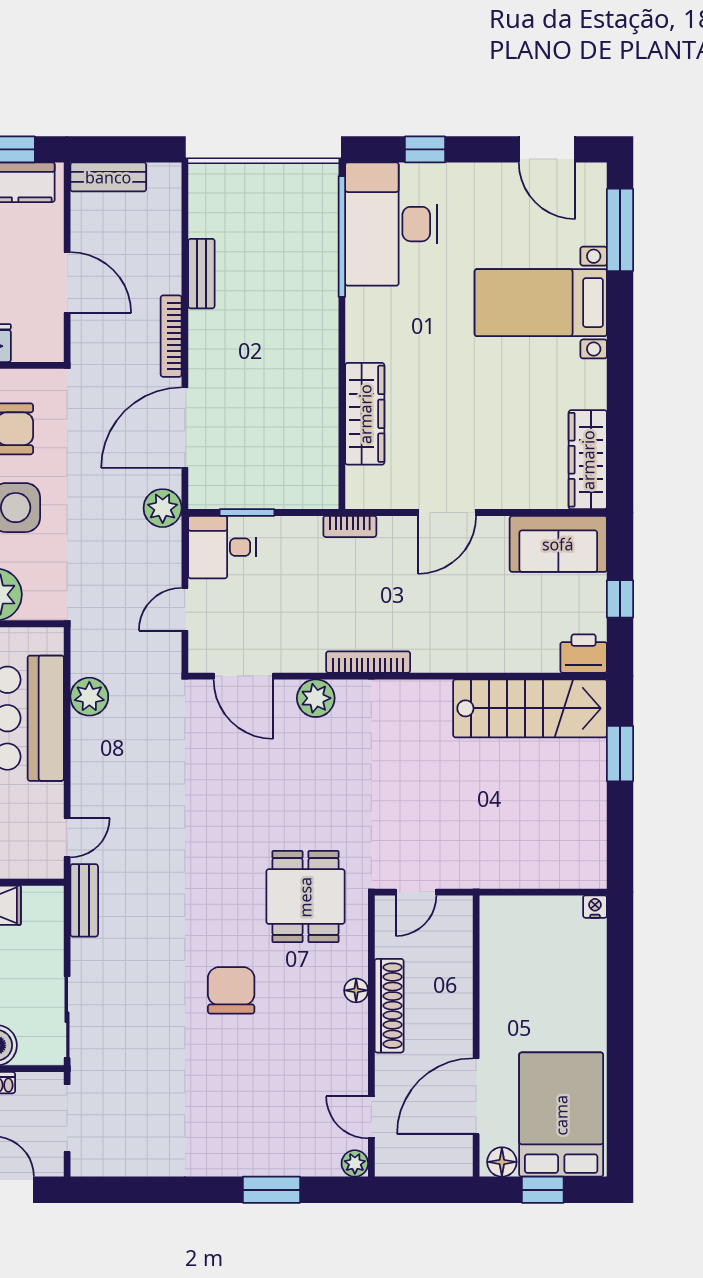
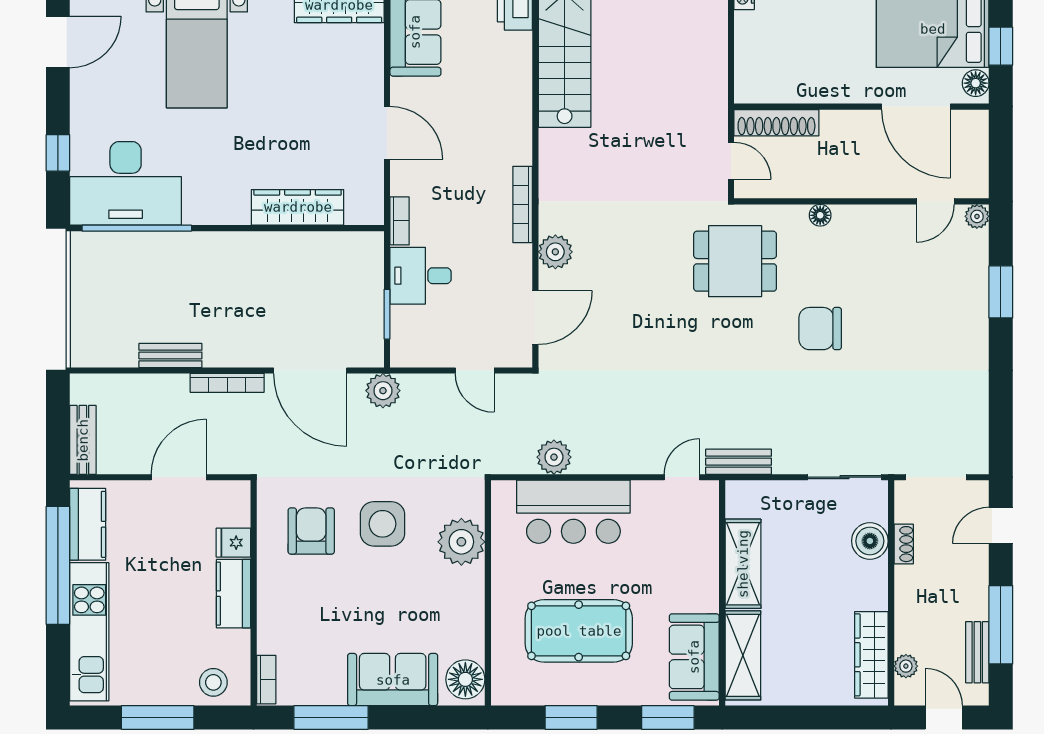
desk: (222, 547) -> (421, 276), moved, turned 90
door: (67, 838) -> (682, 477), hinge flipped
shoe rack: (389, 1006) -> (776, 123), moved, turned 180

